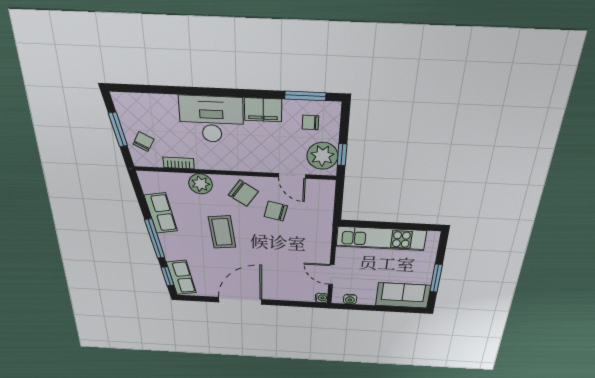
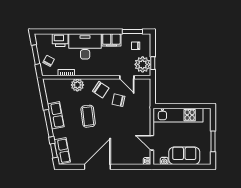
printer: (162, 106) -> (60, 40), added
row of seats: (161, 213) -> (56, 115), moved
sofa: (403, 295) -> (184, 156), moved

